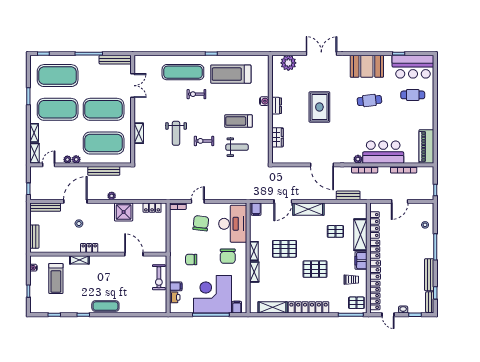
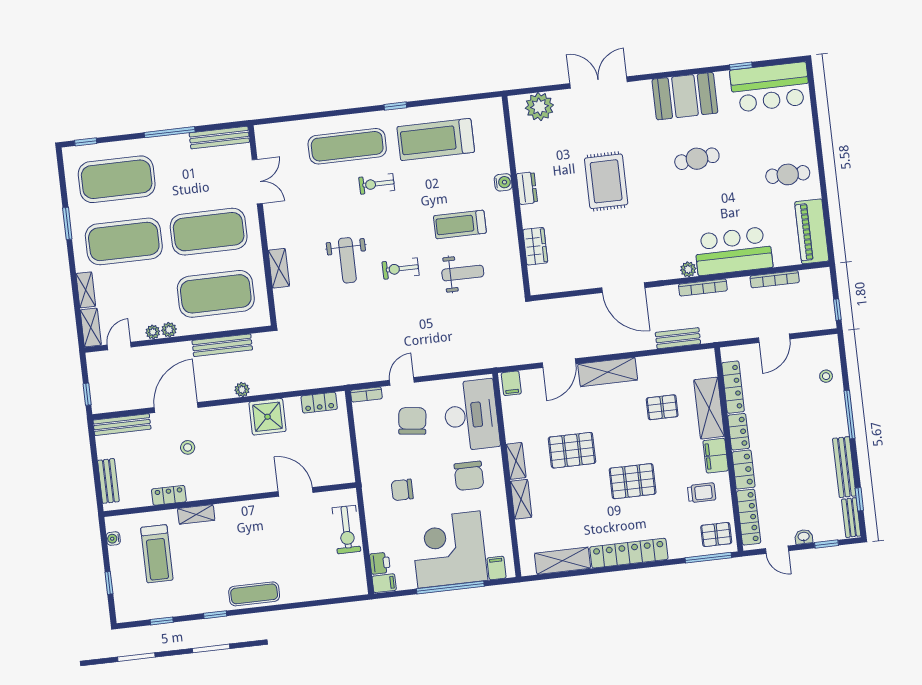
cafe table: (413, 95) -> (788, 174), moved
locker: (89, 248) -> (169, 495), moved
filing cabinet: (176, 286) -> (384, 583), moved

